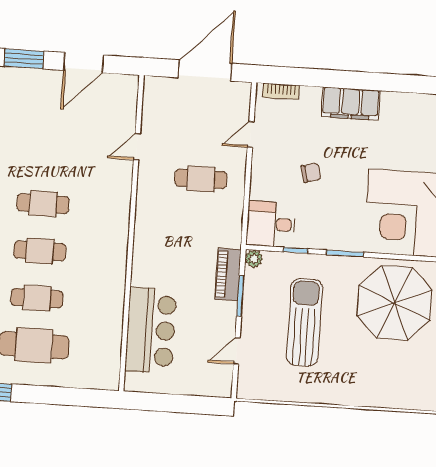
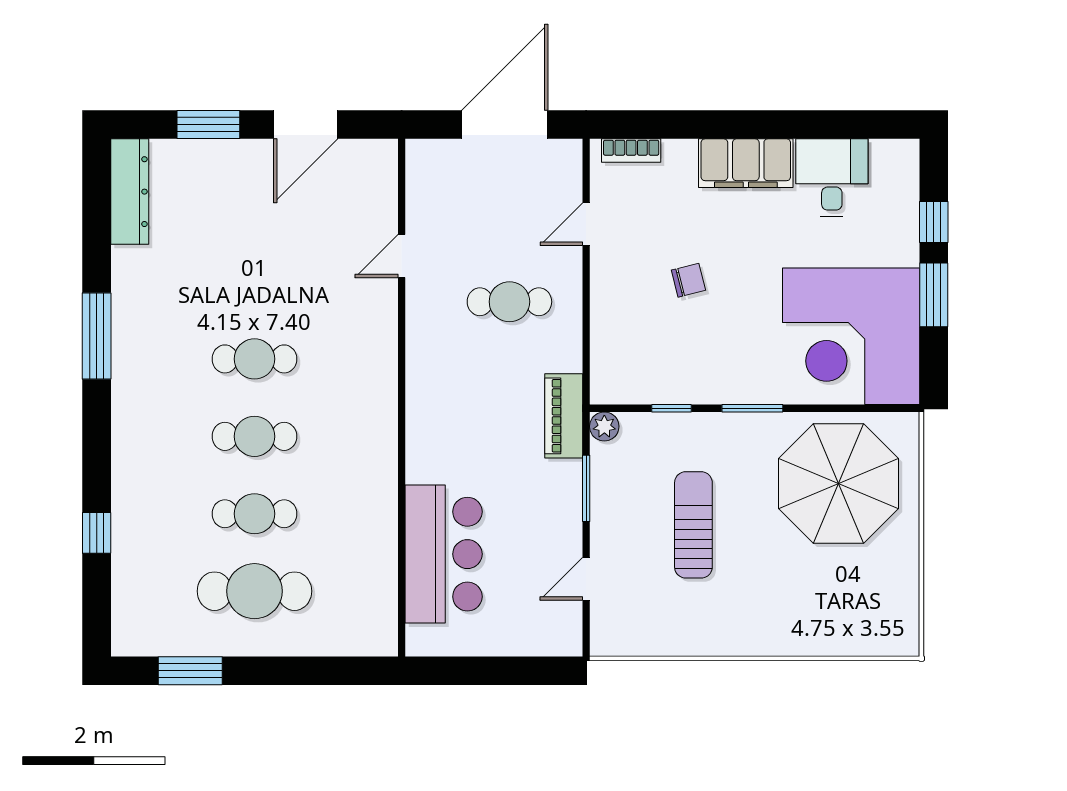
desk: (271, 224) -> (832, 178), moved, turned 90
piano: (228, 274) -> (564, 416), moved
sun lounger: (304, 322) -> (693, 525), width x0.73, depth x0.75

